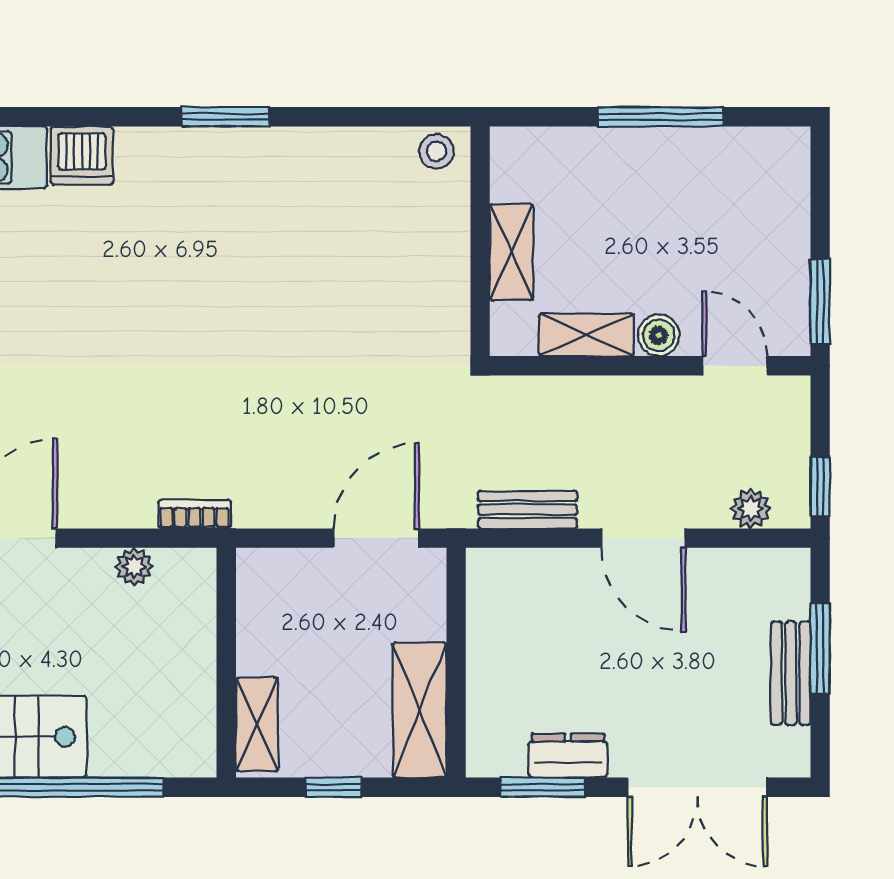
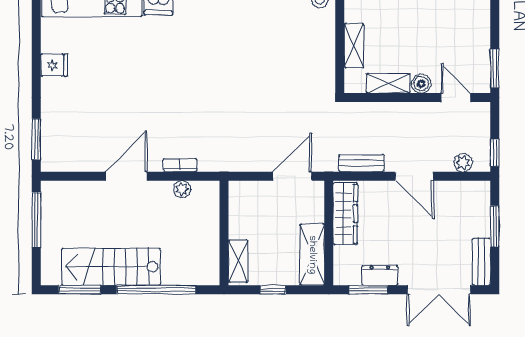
bookcase: (195, 514) -> (180, 165), moved
wardrobe: (492, 620) -> (345, 214), added
bench: (791, 673) -> (481, 262), moved

